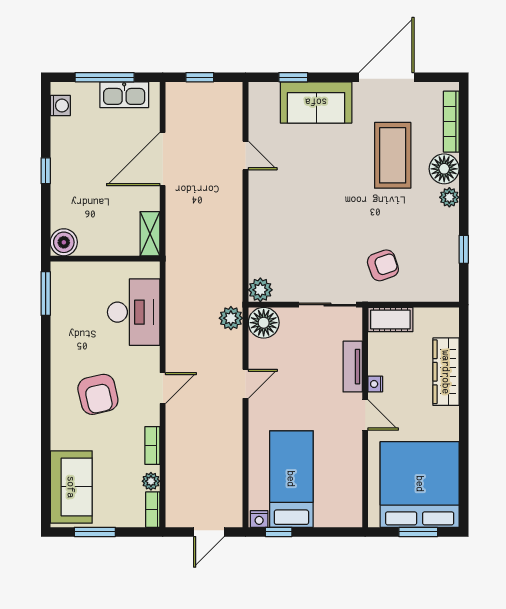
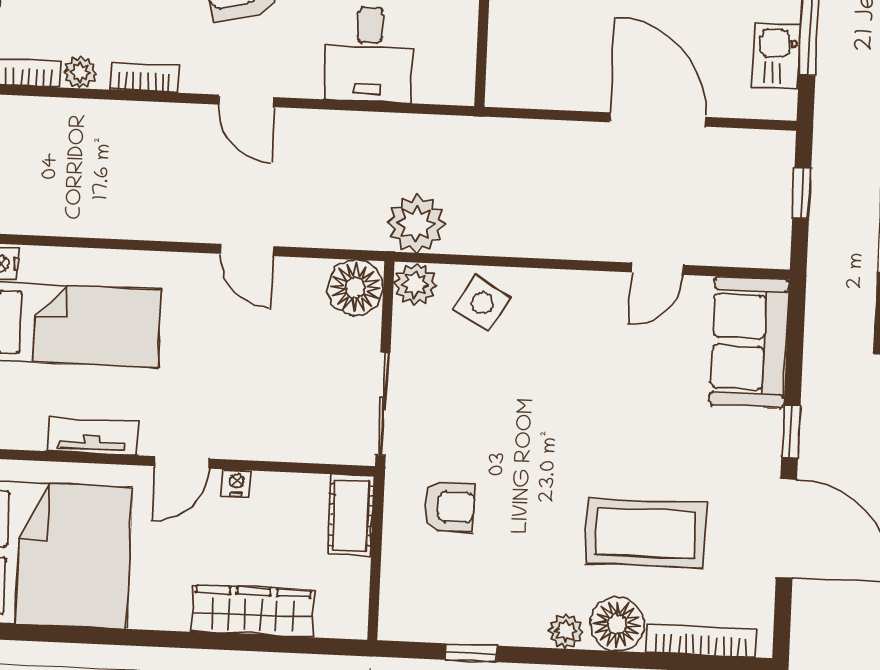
window: (293, 77) -> (791, 431), moved
kitchen sink: (124, 95) -> (776, 56), width x0.73
sofa: (316, 102) -> (749, 342), moved
shelving: (150, 234) -> (525, 91), removed
side table: (269, 252) -> (482, 303), added
armchair: (383, 265) -> (449, 506), turned -71
desk: (134, 312) -> (369, 54), width x0.73
plant: (231, 318) -> (416, 224), moved, width x1.36, depth x1.36
tv unit: (353, 367) -> (93, 436), moved

